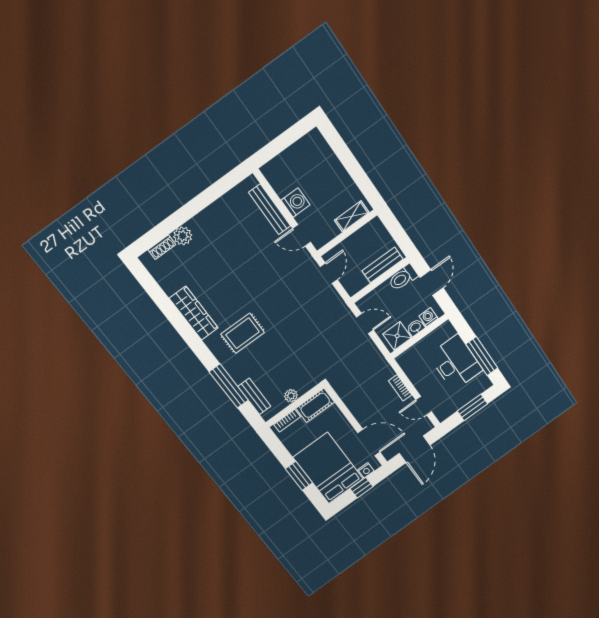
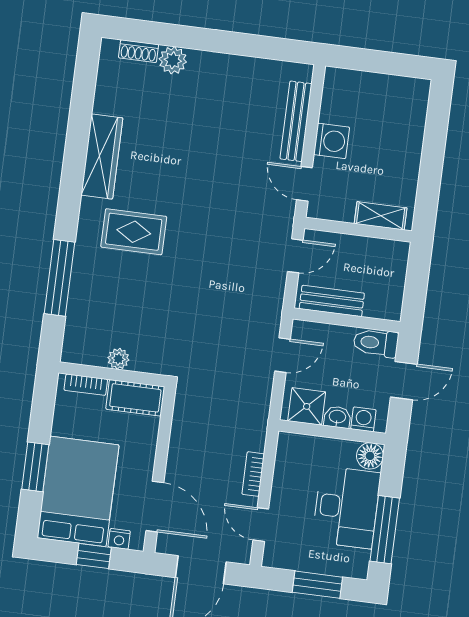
bench: (383, 265) -> (332, 301), moved
door: (365, 324) -> (283, 355), hinge flipped
floor lamp: (446, 330) -> (370, 456), added
bench: (254, 396) -> (76, 319), removed

